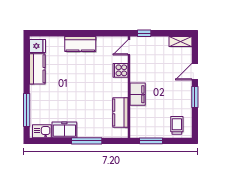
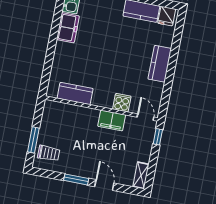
filing cabinet: (138, 94) -> (112, 120), moved
window: (87, 141) -> (51, 50), removed
window: (151, 141) -> (33, 140), moved

